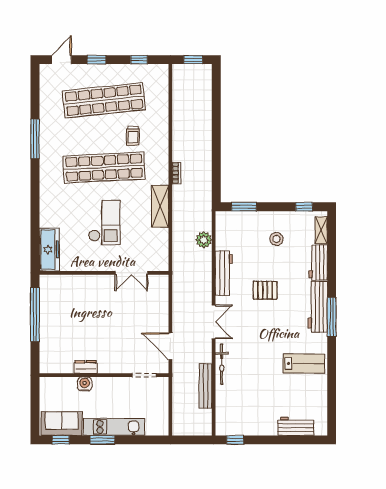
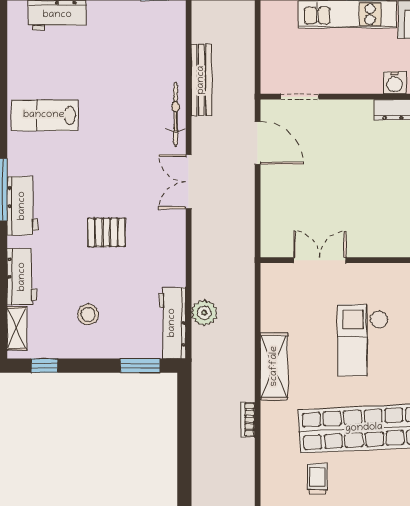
workbench: (224, 273) -> (172, 323), moved
workbench: (318, 307) -> (22, 206), width x0.73

